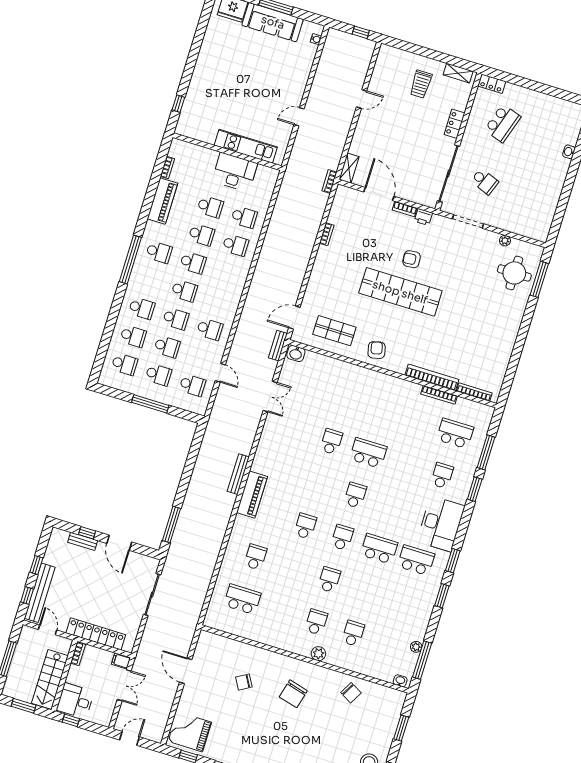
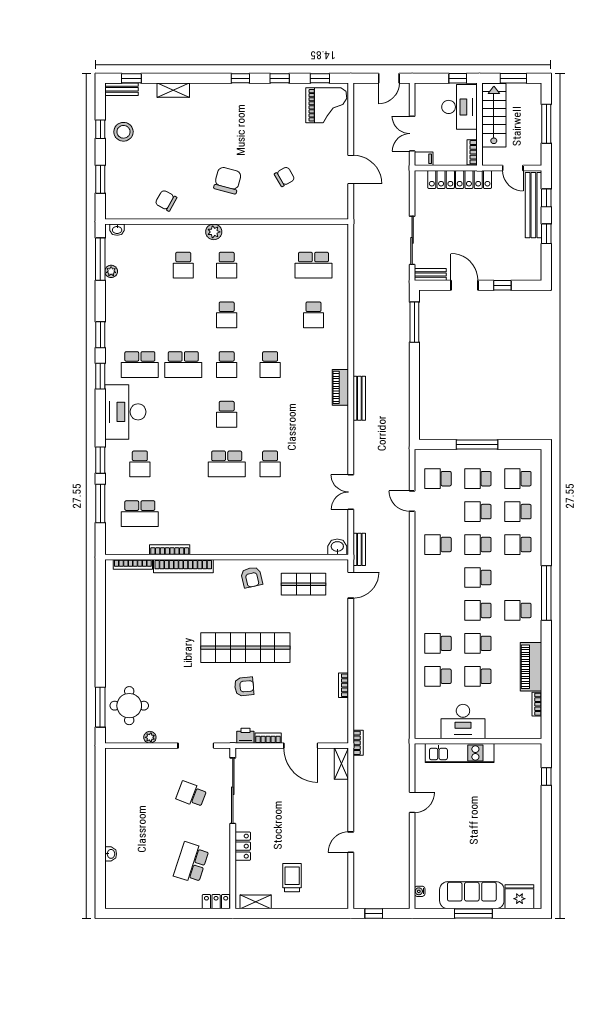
piano: (252, 495) -> (340, 387), width x0.73, depth x0.75
bench: (83, 541) -> (430, 275), moved
desk: (75, 701) -> (460, 107), width x1.37

